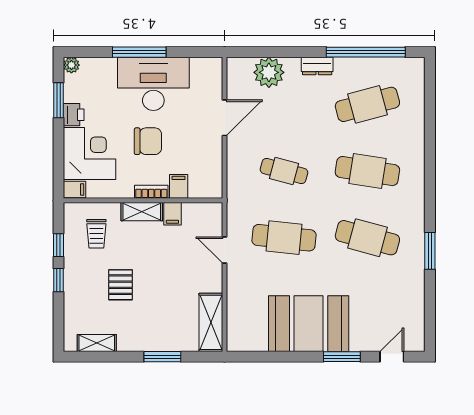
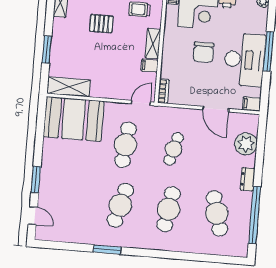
filing cabinet: (179, 186) -> (252, 104), moved, turned 180
bookcase: (151, 192) -> (163, 91), moved
door: (225, 250) -> (141, 103), moved
booth: (309, 324) -> (74, 119), moved, turned 90

